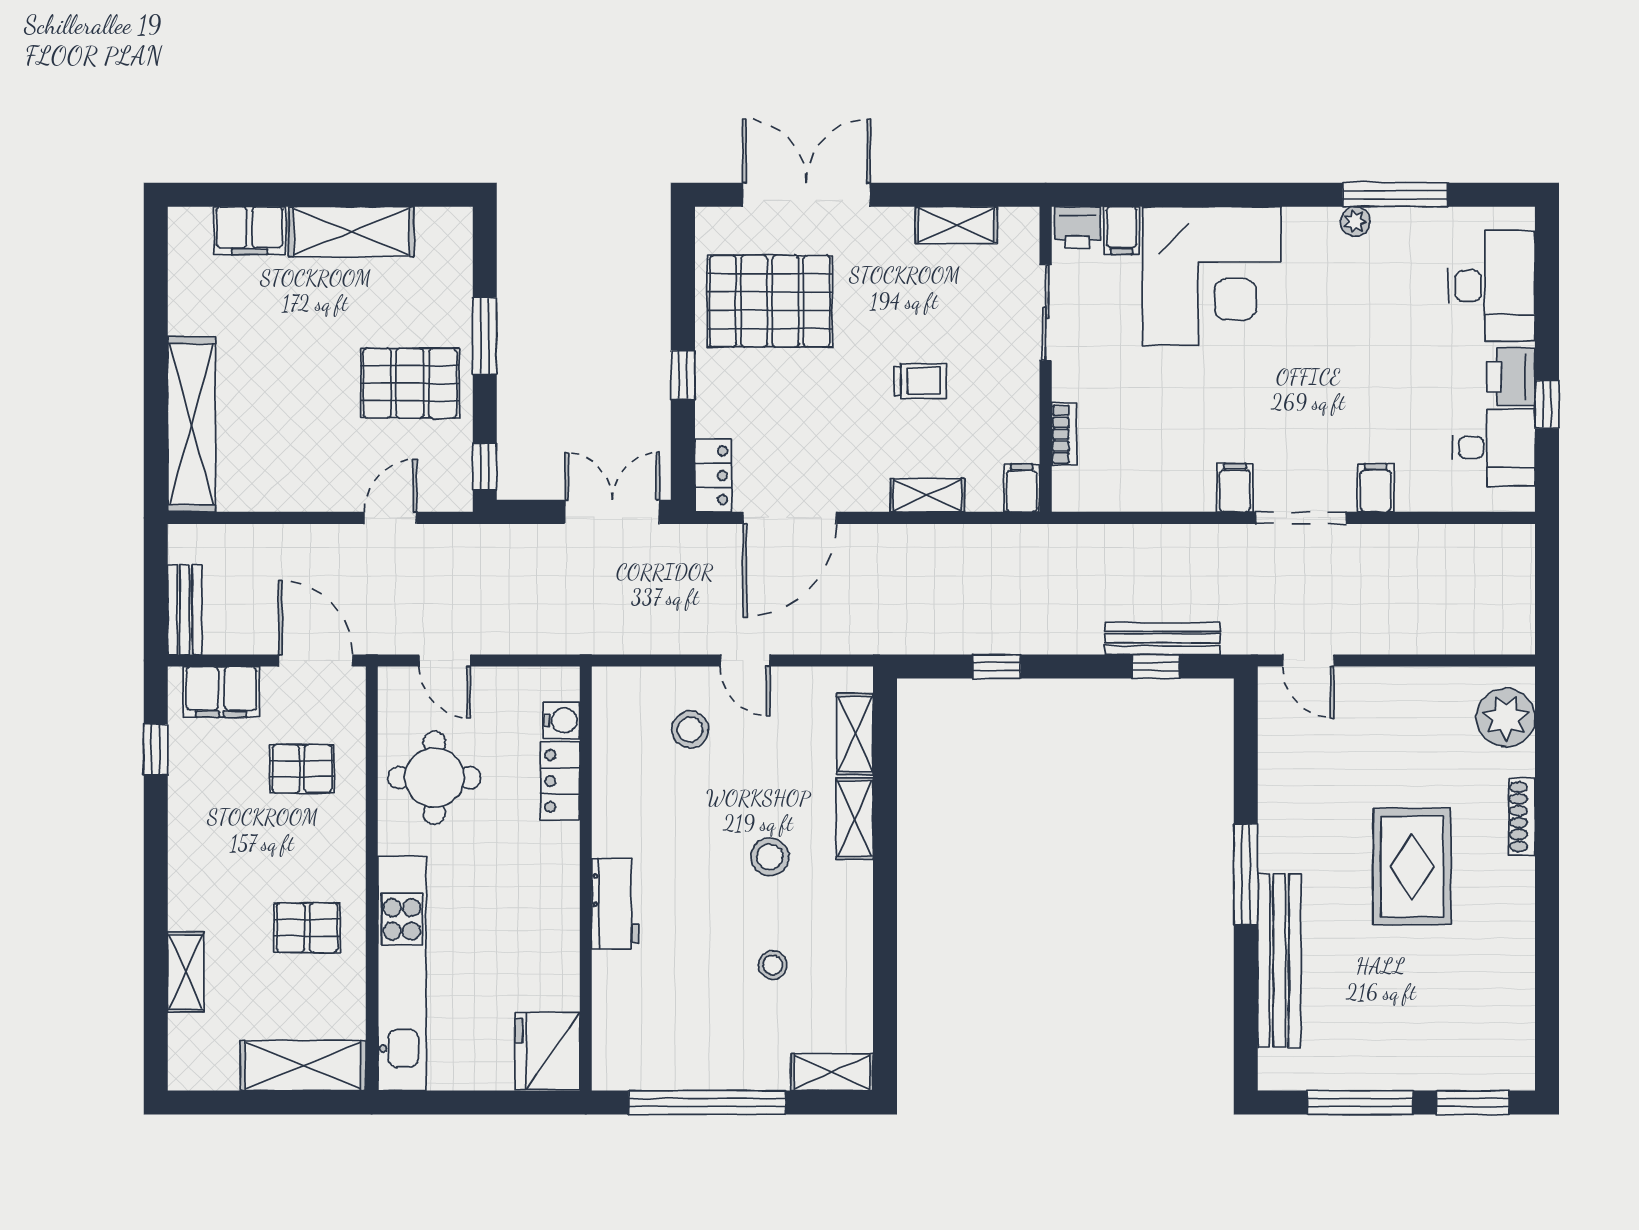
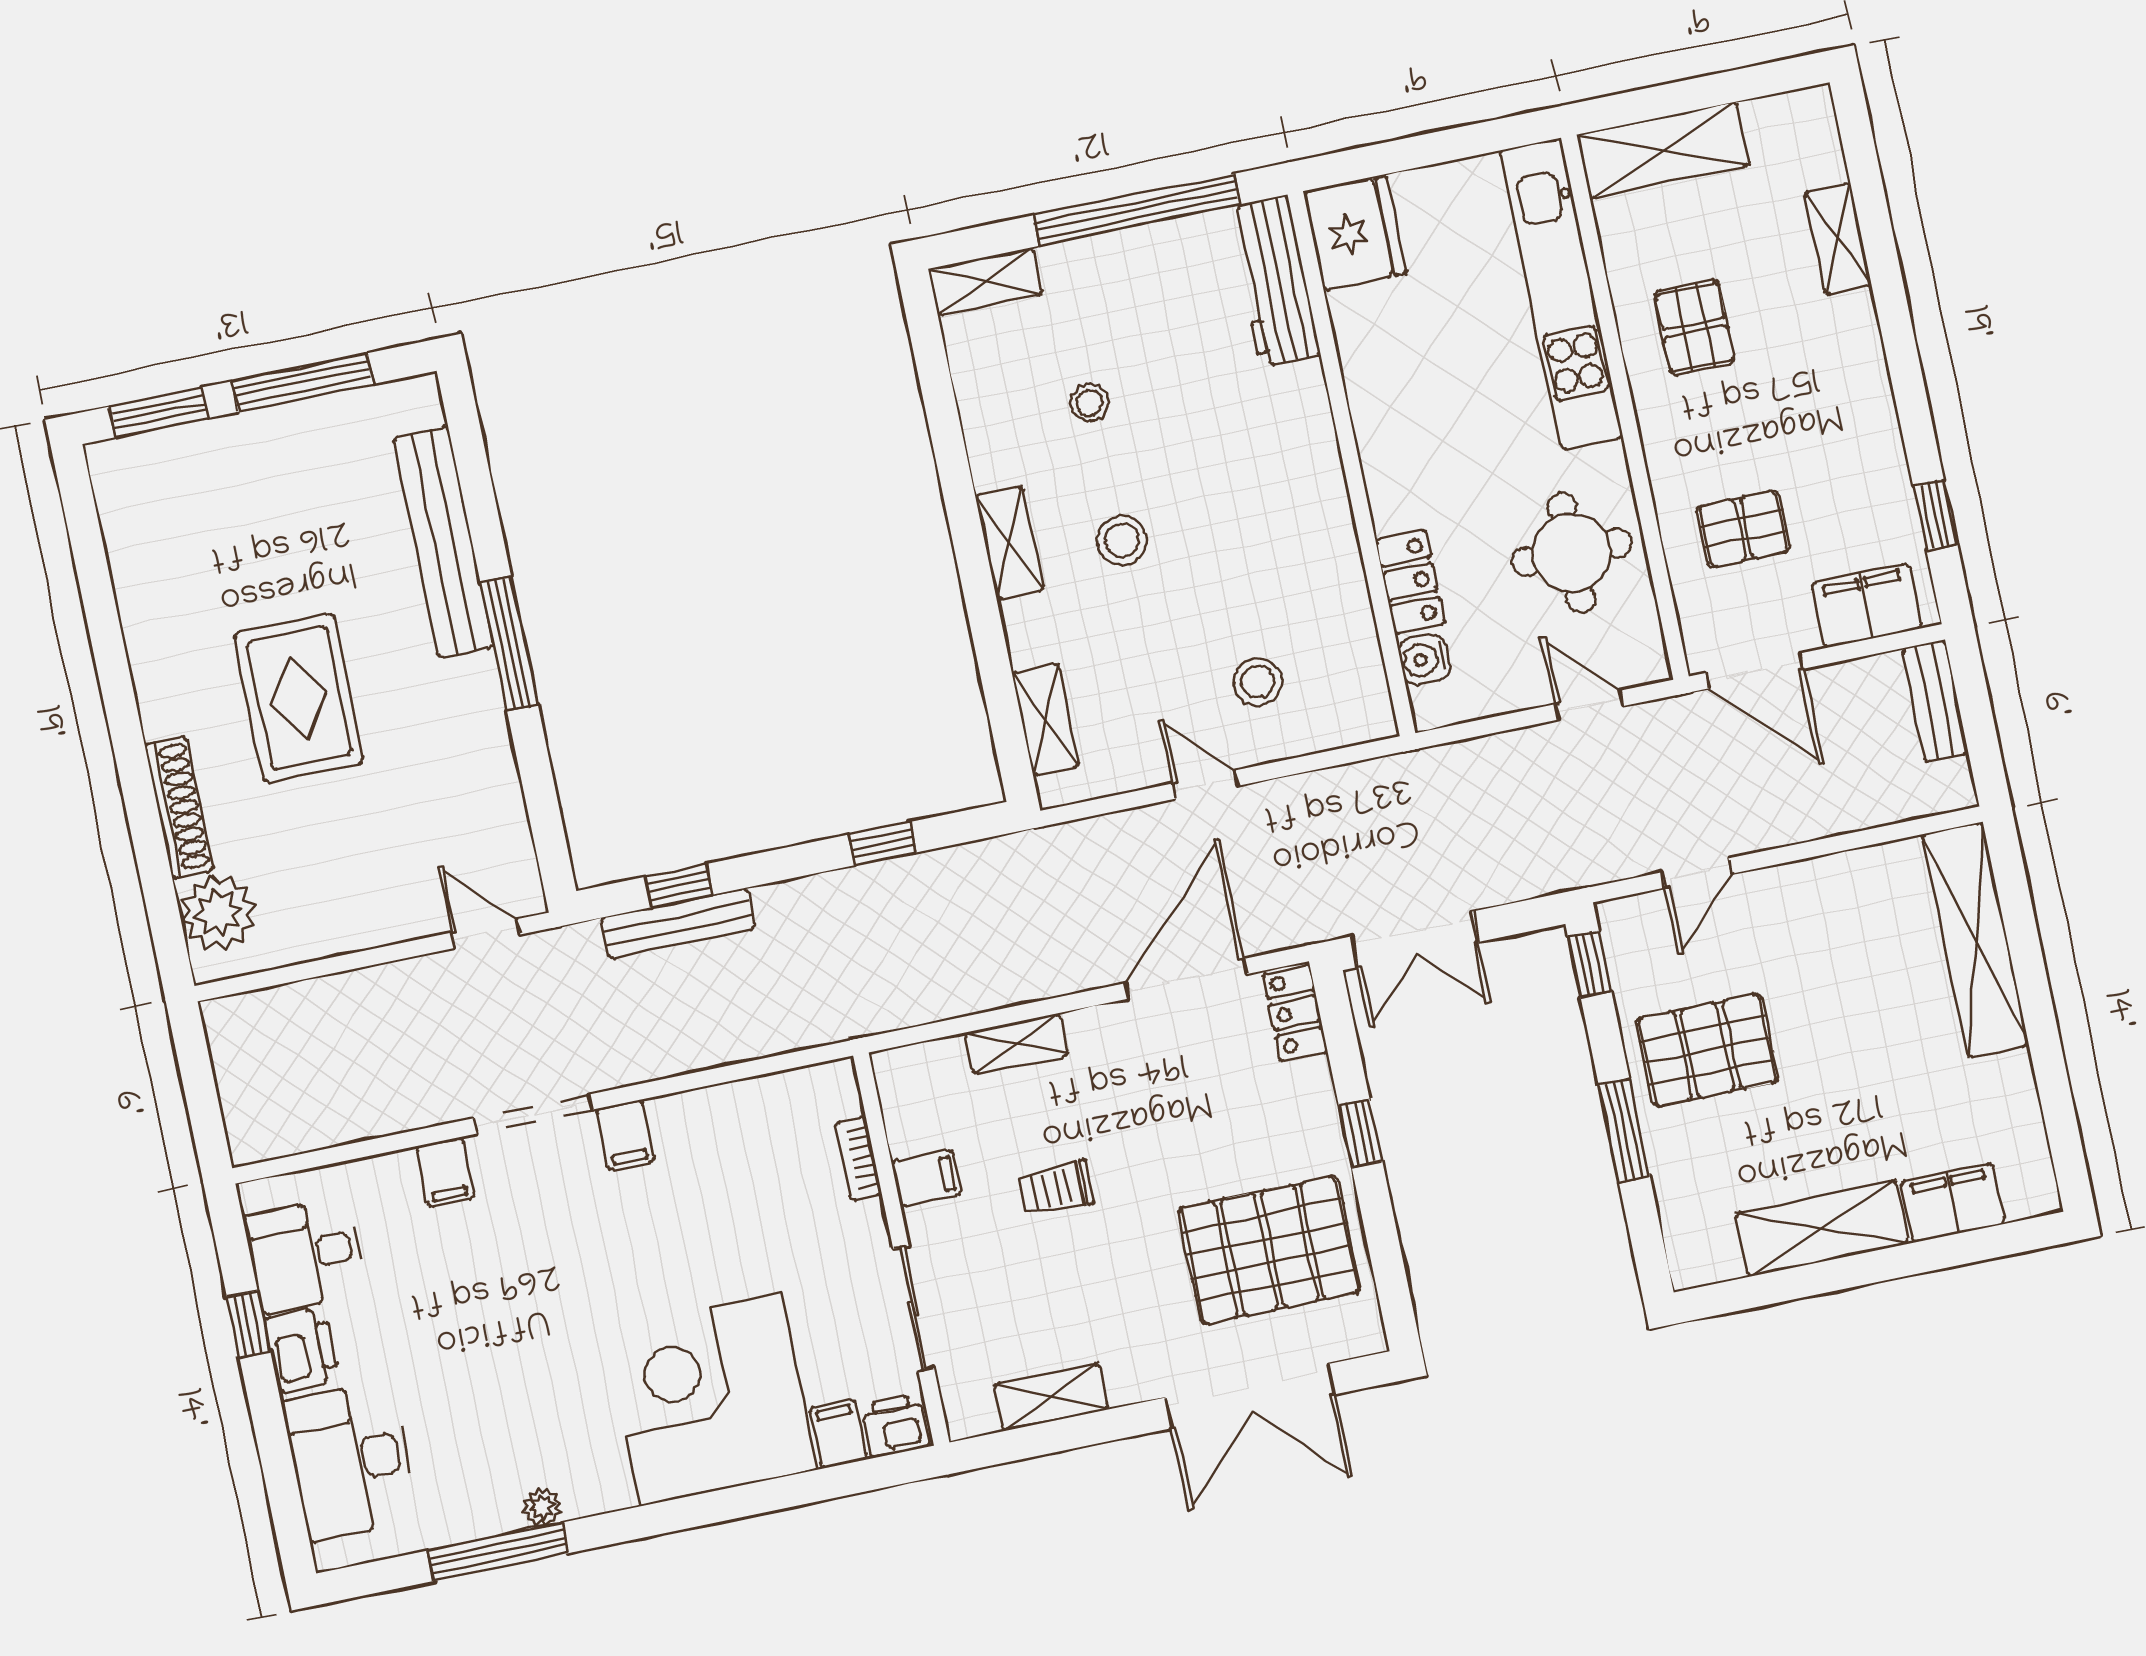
filing cabinet: (1022, 488) -> (926, 1178), moved, turned -90
shoe rack: (1522, 817) -> (179, 808), width x1.36, depth x1.24
shelving: (855, 819) -> (1009, 543), moved
workbench: (615, 904) -> (1274, 281), moved, width x1.38
pallet: (307, 928) -> (1695, 327), turned 90

